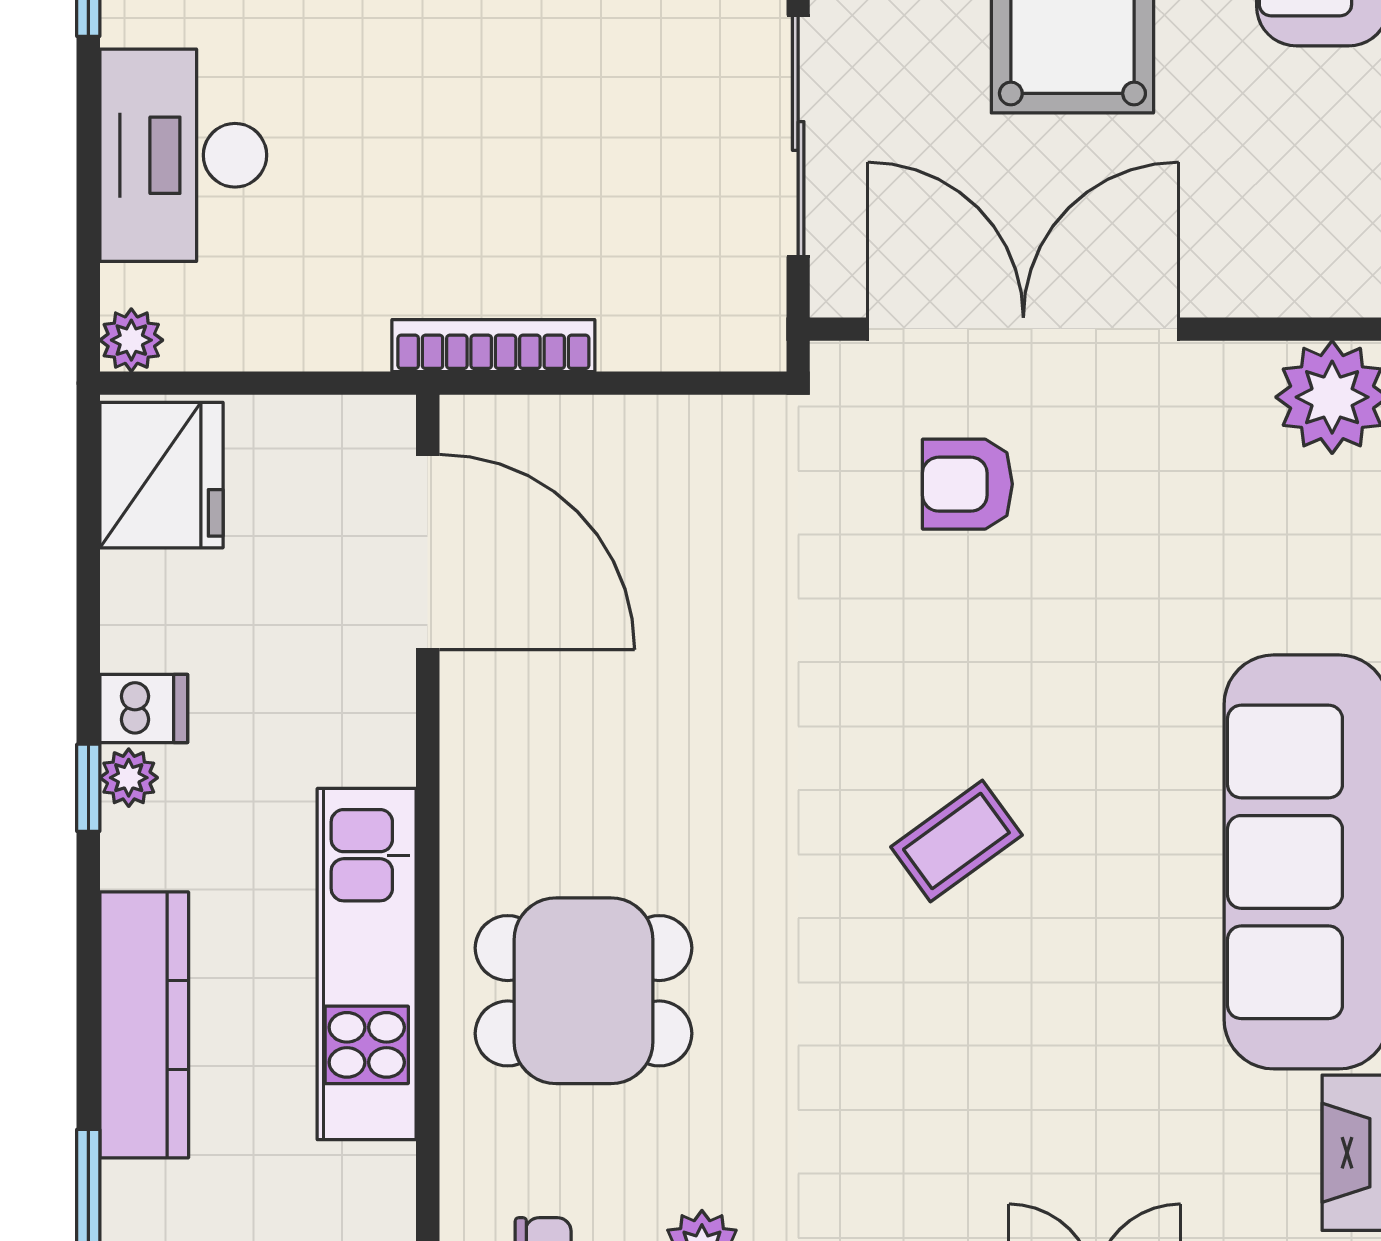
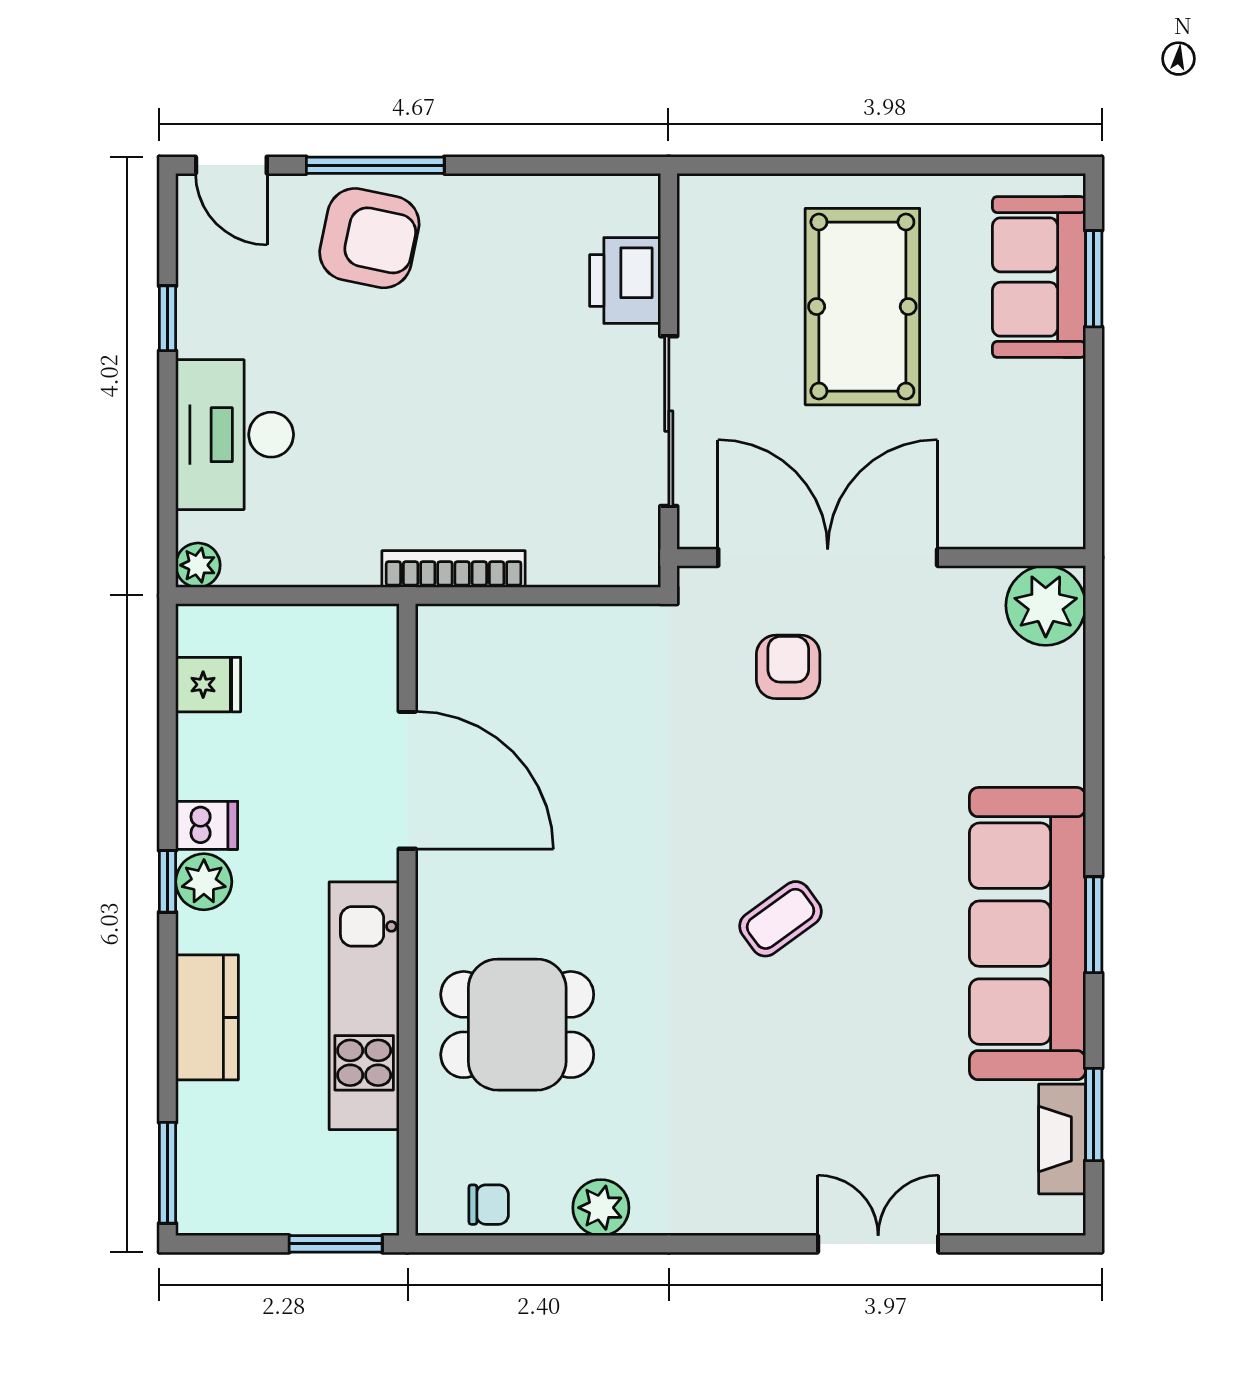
fridge: (161, 475) -> (208, 685), width x0.53, depth x0.75
armchair: (967, 484) -> (788, 667), turned 90
door: (428, 552) -> (407, 780), moved
plant: (129, 778) -> (204, 882), width x1.38, depth x1.38
kitchen counter: (144, 1025) -> (207, 1017), width x0.67

